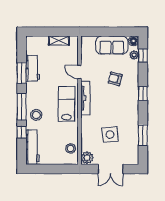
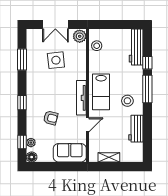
sofa: (112, 45) -> (70, 153), moved
door: (80, 72) -> (87, 125), hinge flipped
window: (22, 73) -> (147, 124), removed
stool: (36, 115) -> (127, 101), moved
double door: (110, 169) -> (55, 25), swing flipped

